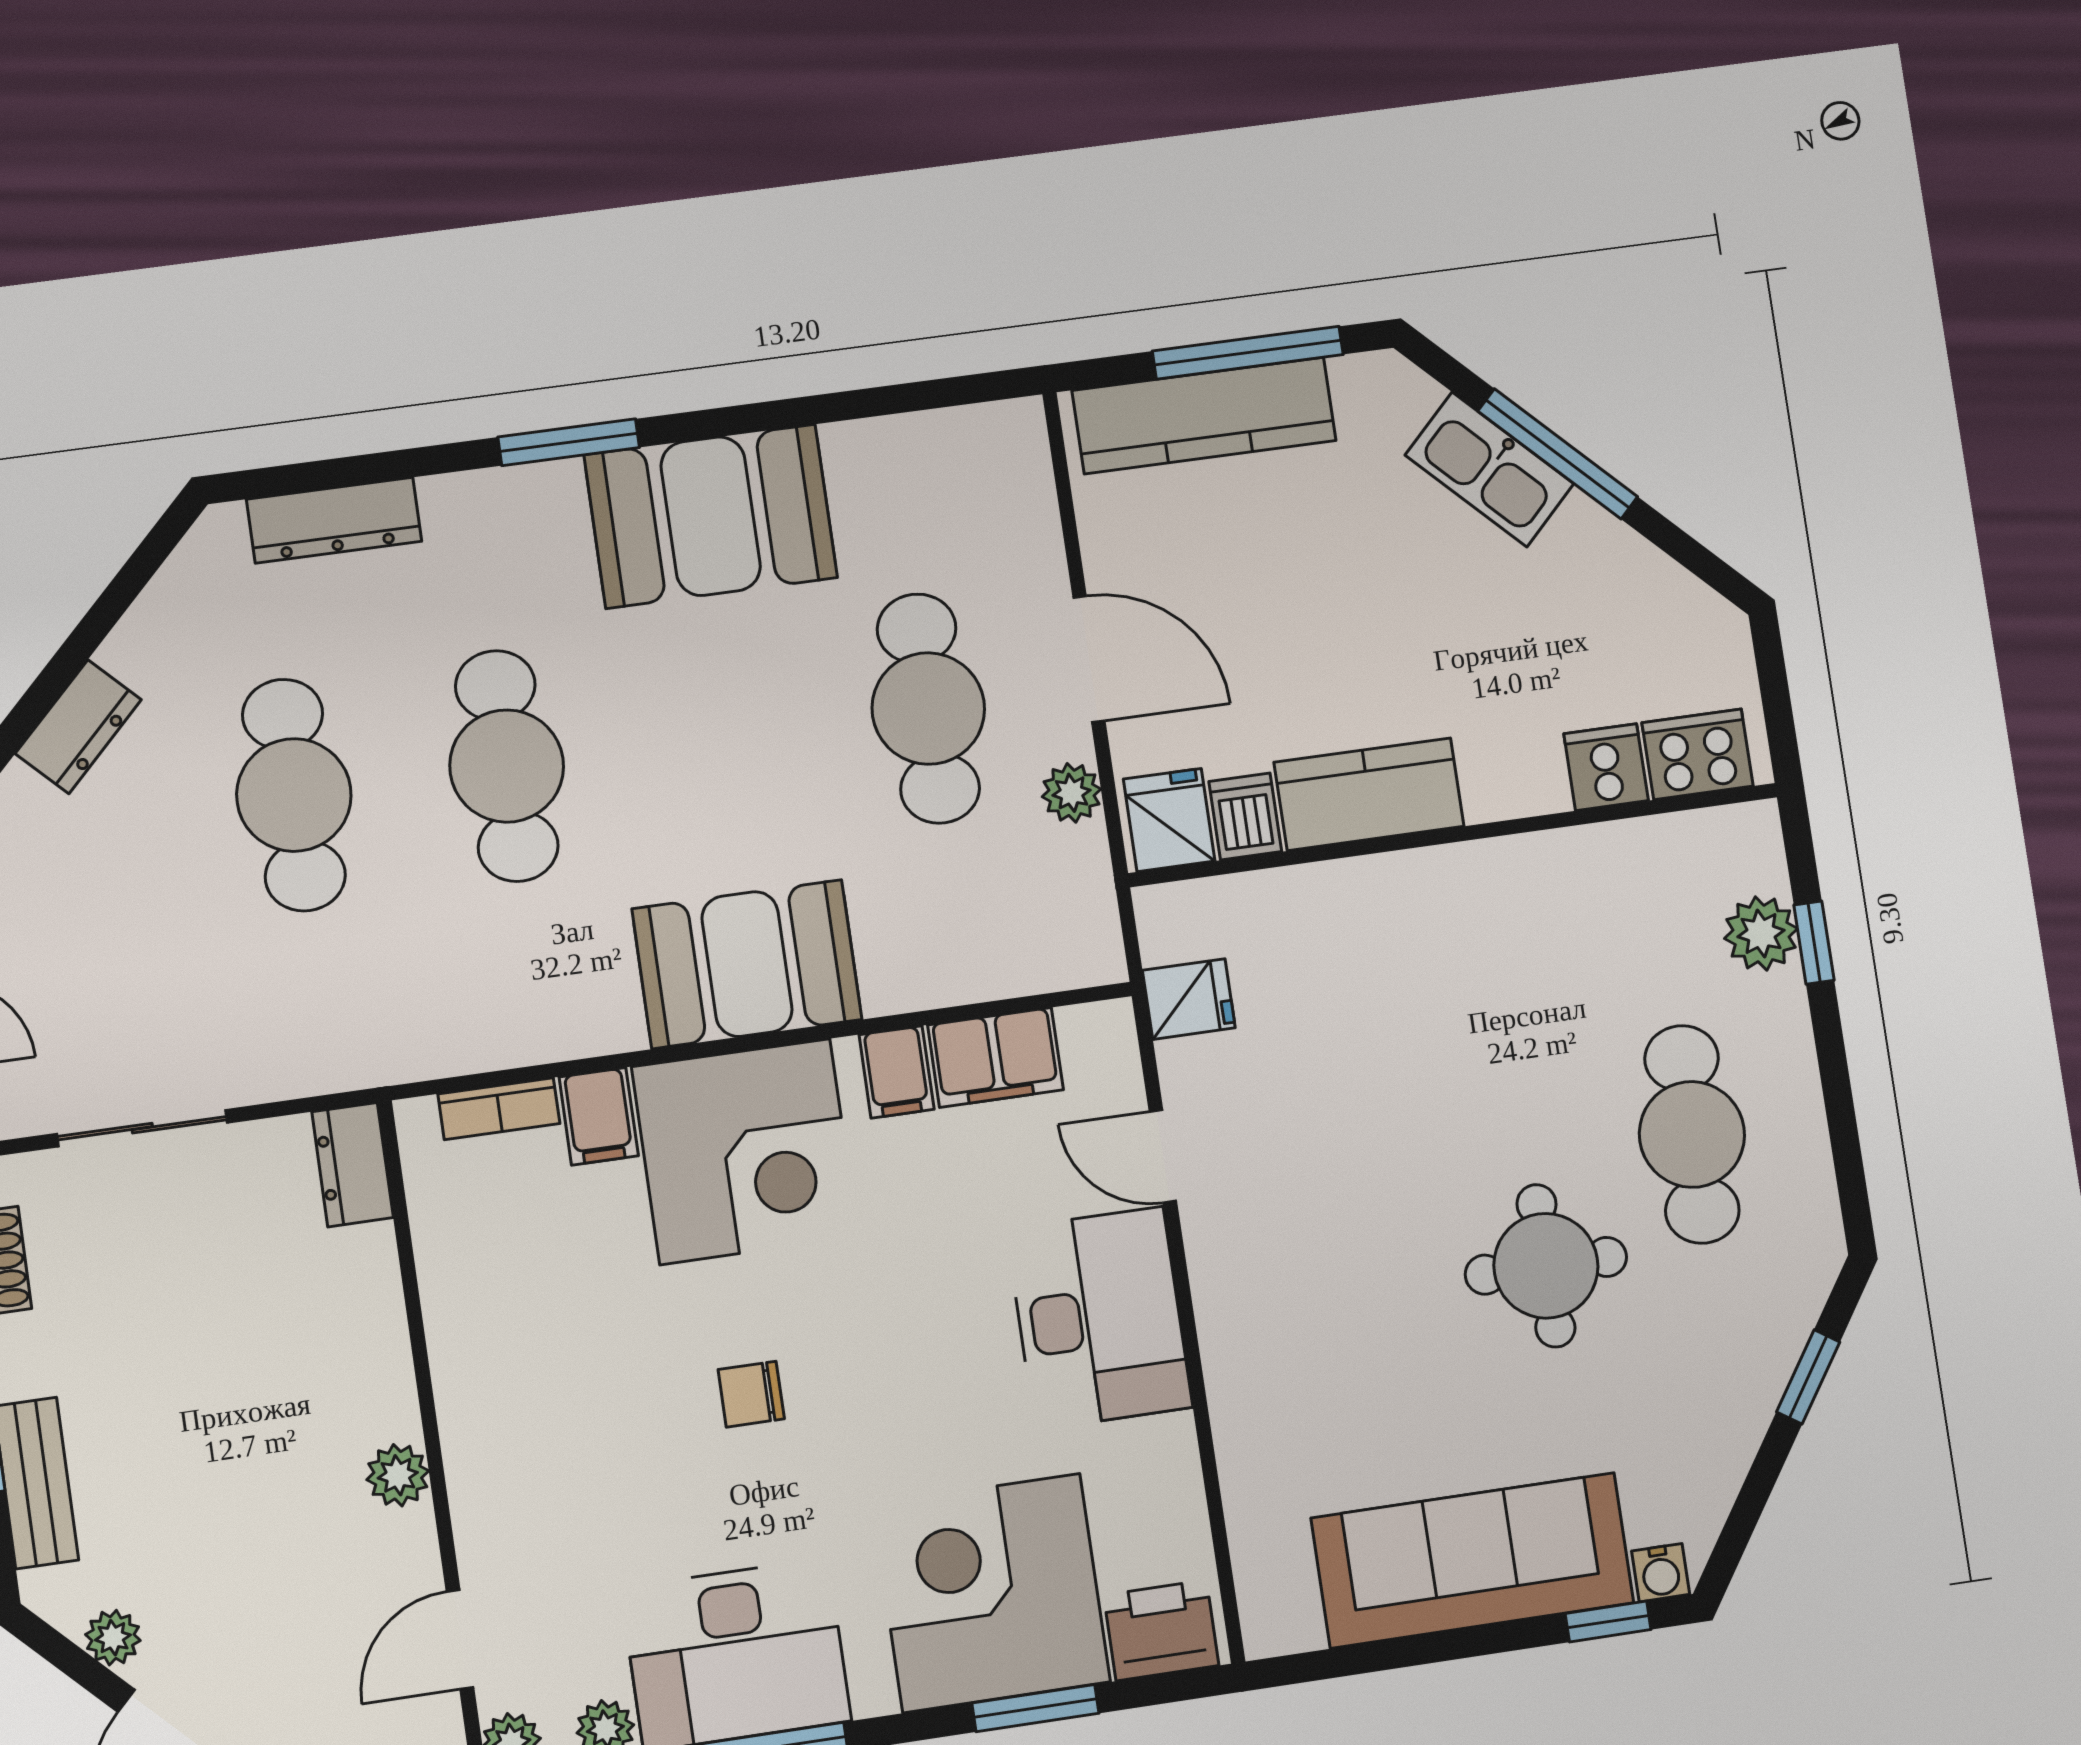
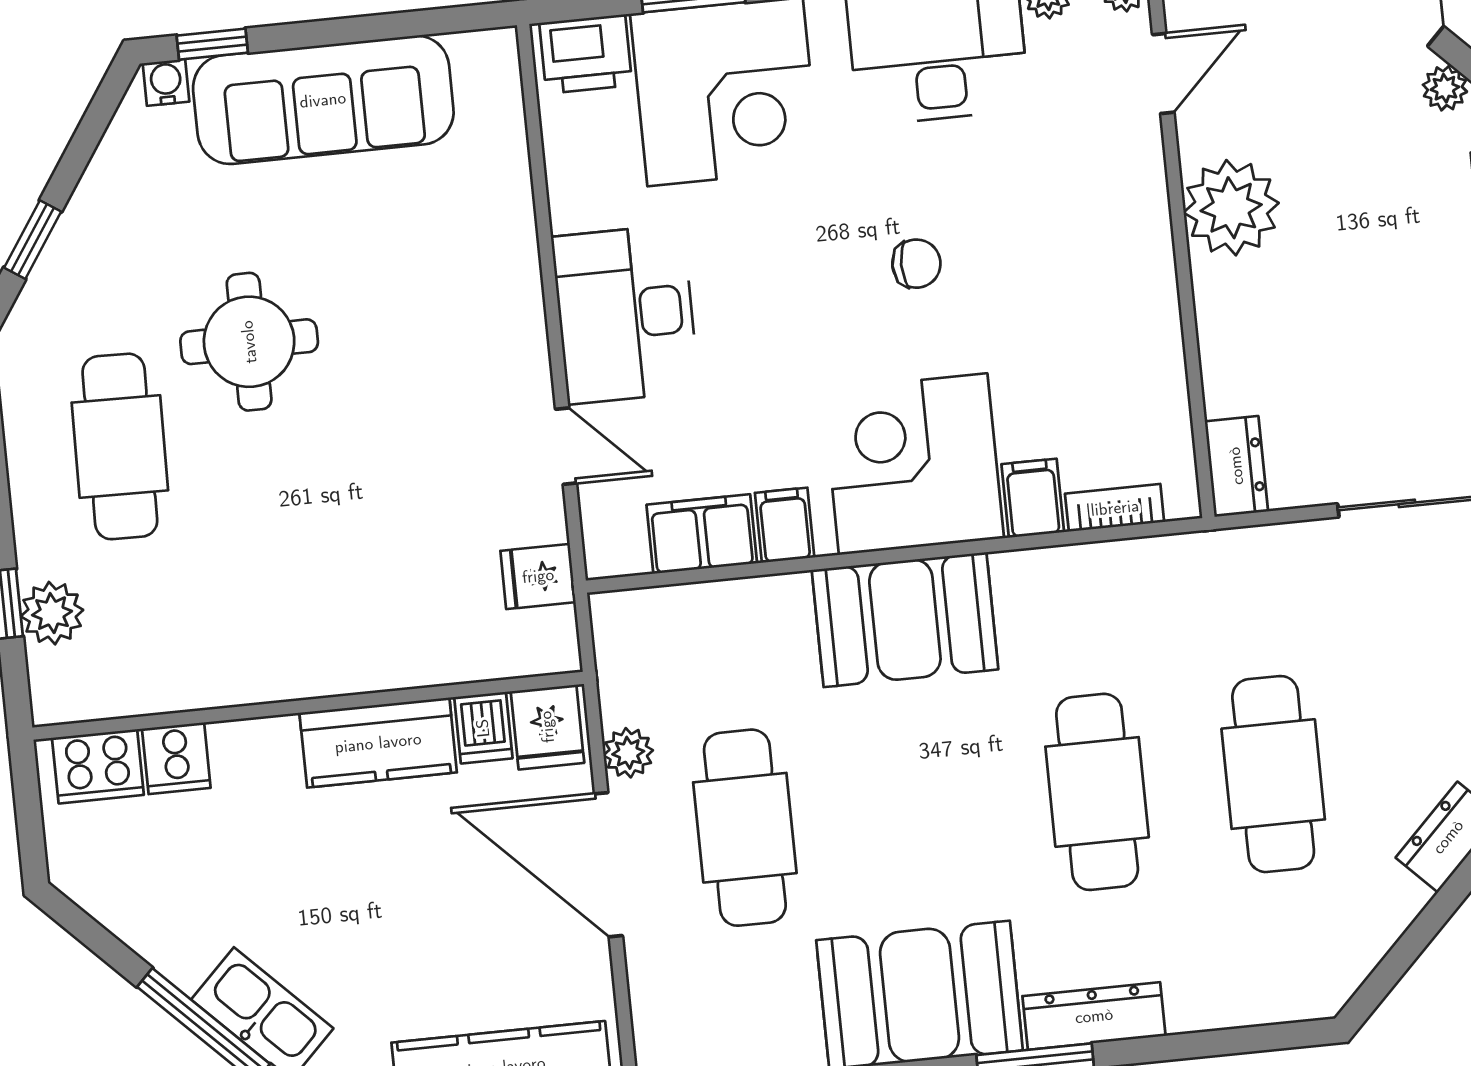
dresser: (334, 520) -> (1094, 1016), moved
door: (1089, 659) -> (608, 865), width x1.36
plant: (398, 1475) -> (1231, 208), width x1.88, depth x1.88

